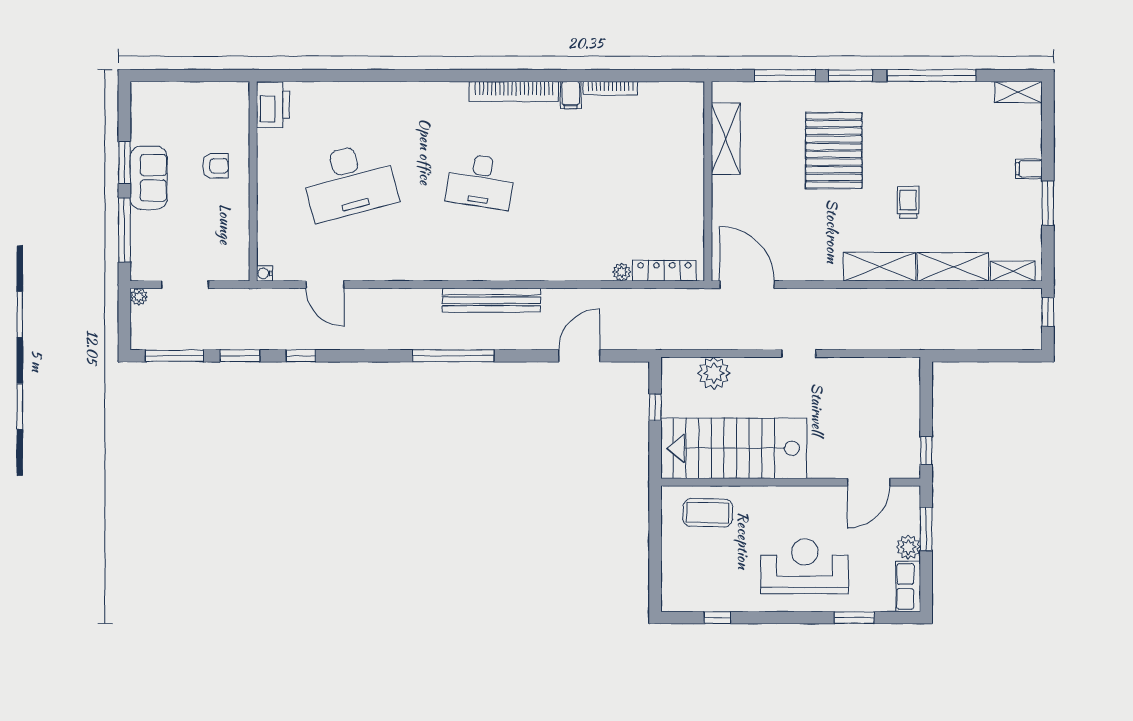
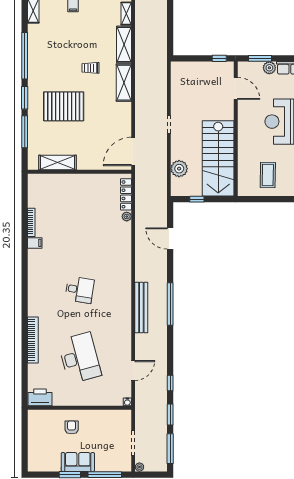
bookcase: (514, 91) -> (33, 340), moved
desk: (481, 181) -> (80, 290), width x0.73
bench: (491, 300) -> (141, 307), moved
coffee table: (708, 513) -> (268, 175), moved

